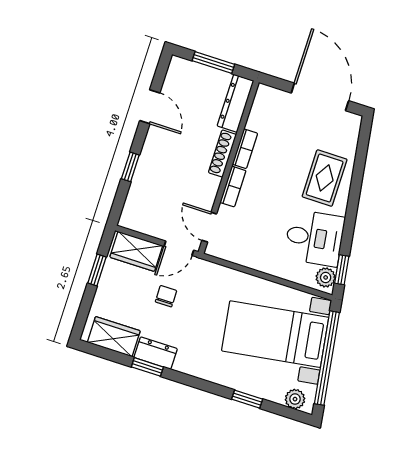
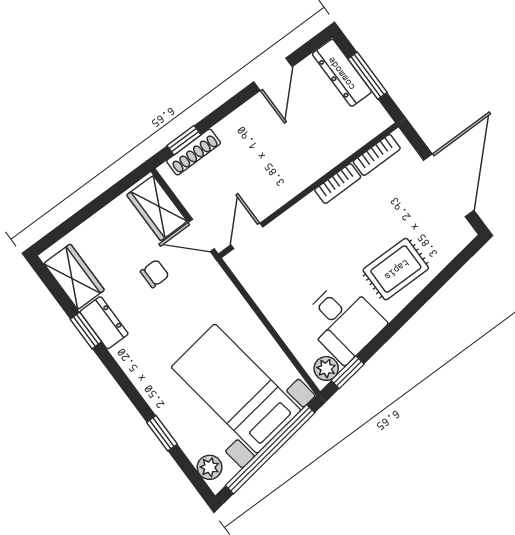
dresser: (236, 103) -> (342, 73), moved, turned -90
shoe rack: (223, 154) -> (194, 152), moved, turned 180
window: (130, 167) -> (184, 140), moved
bookcase: (233, 187) -> (377, 155), moved
window: (97, 270) -> (105, 199), removed

